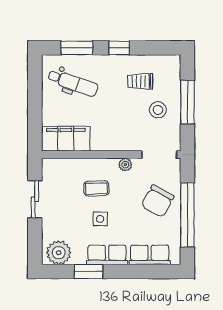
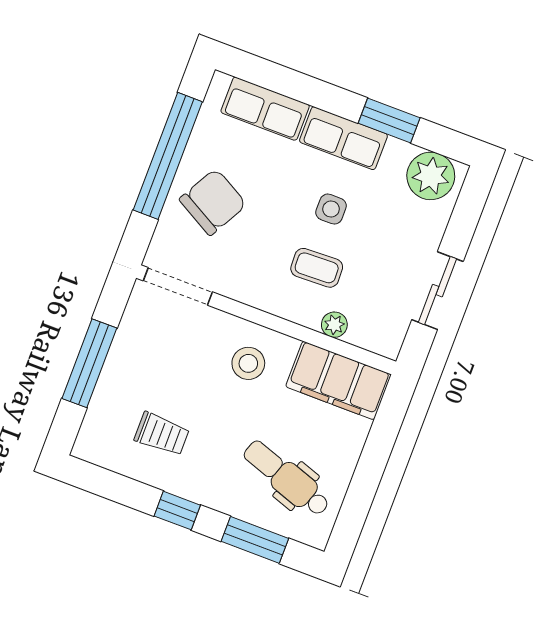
stool: (158, 110) -> (248, 363), moved
plant: (125, 165) -> (334, 325), moved

